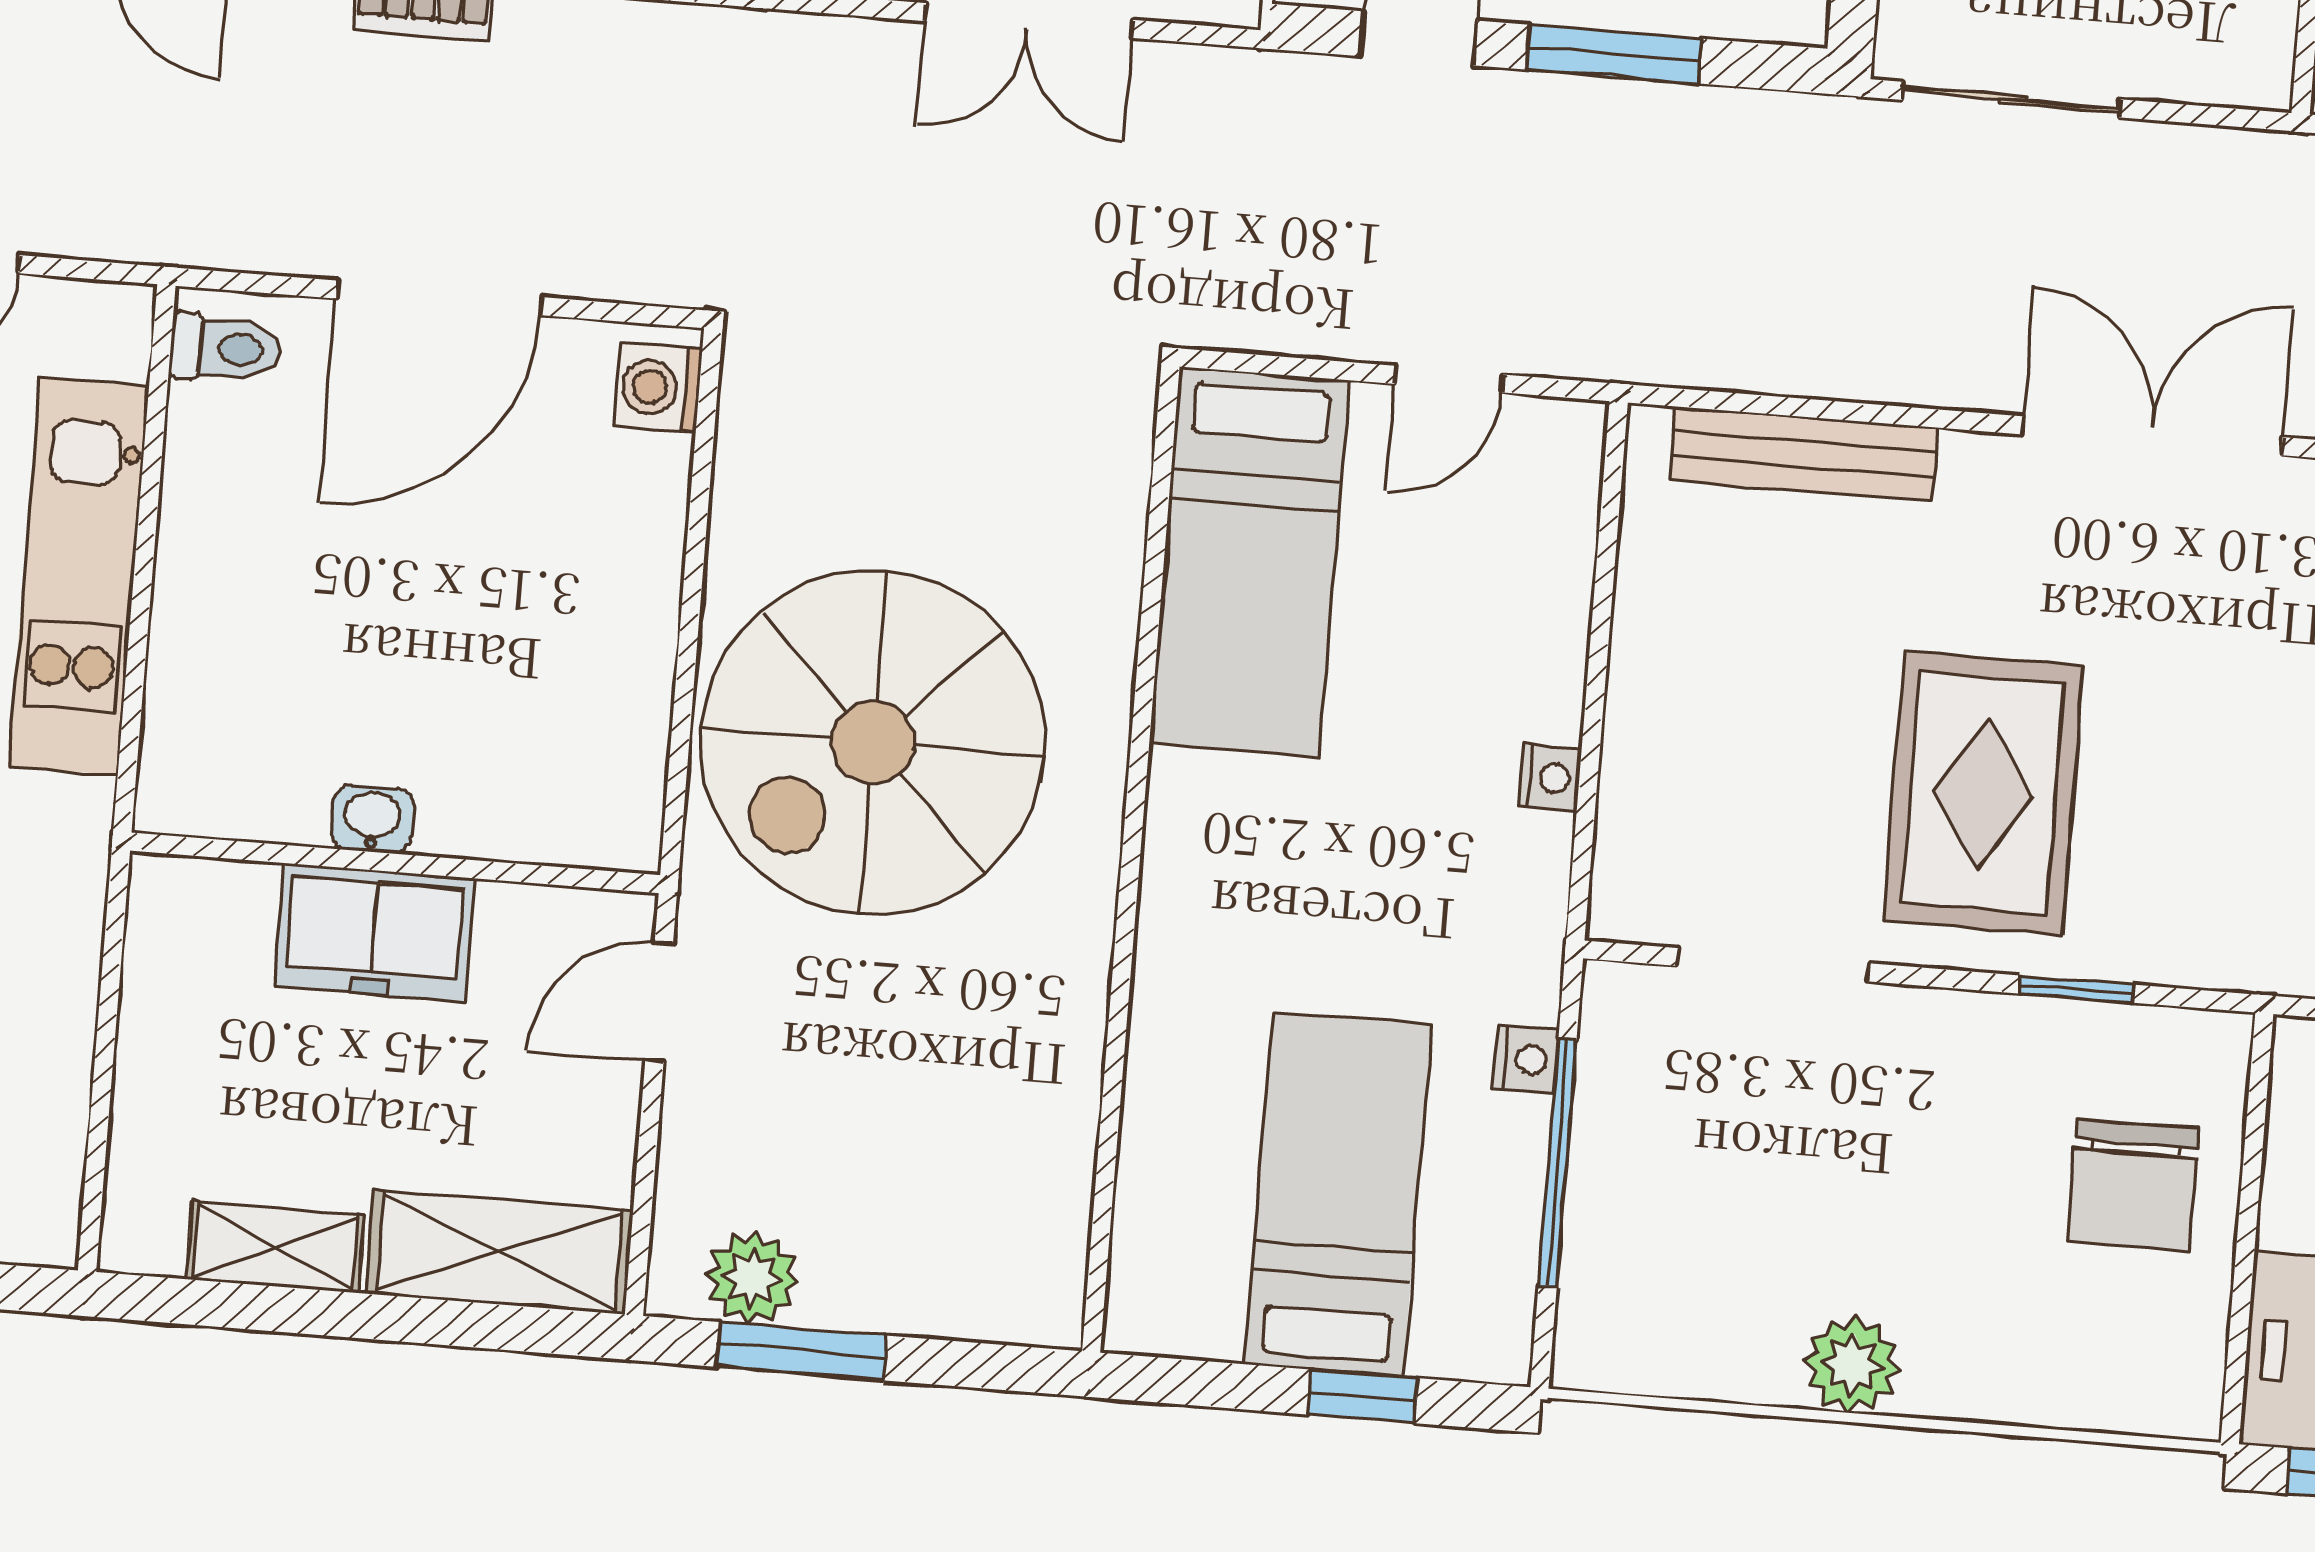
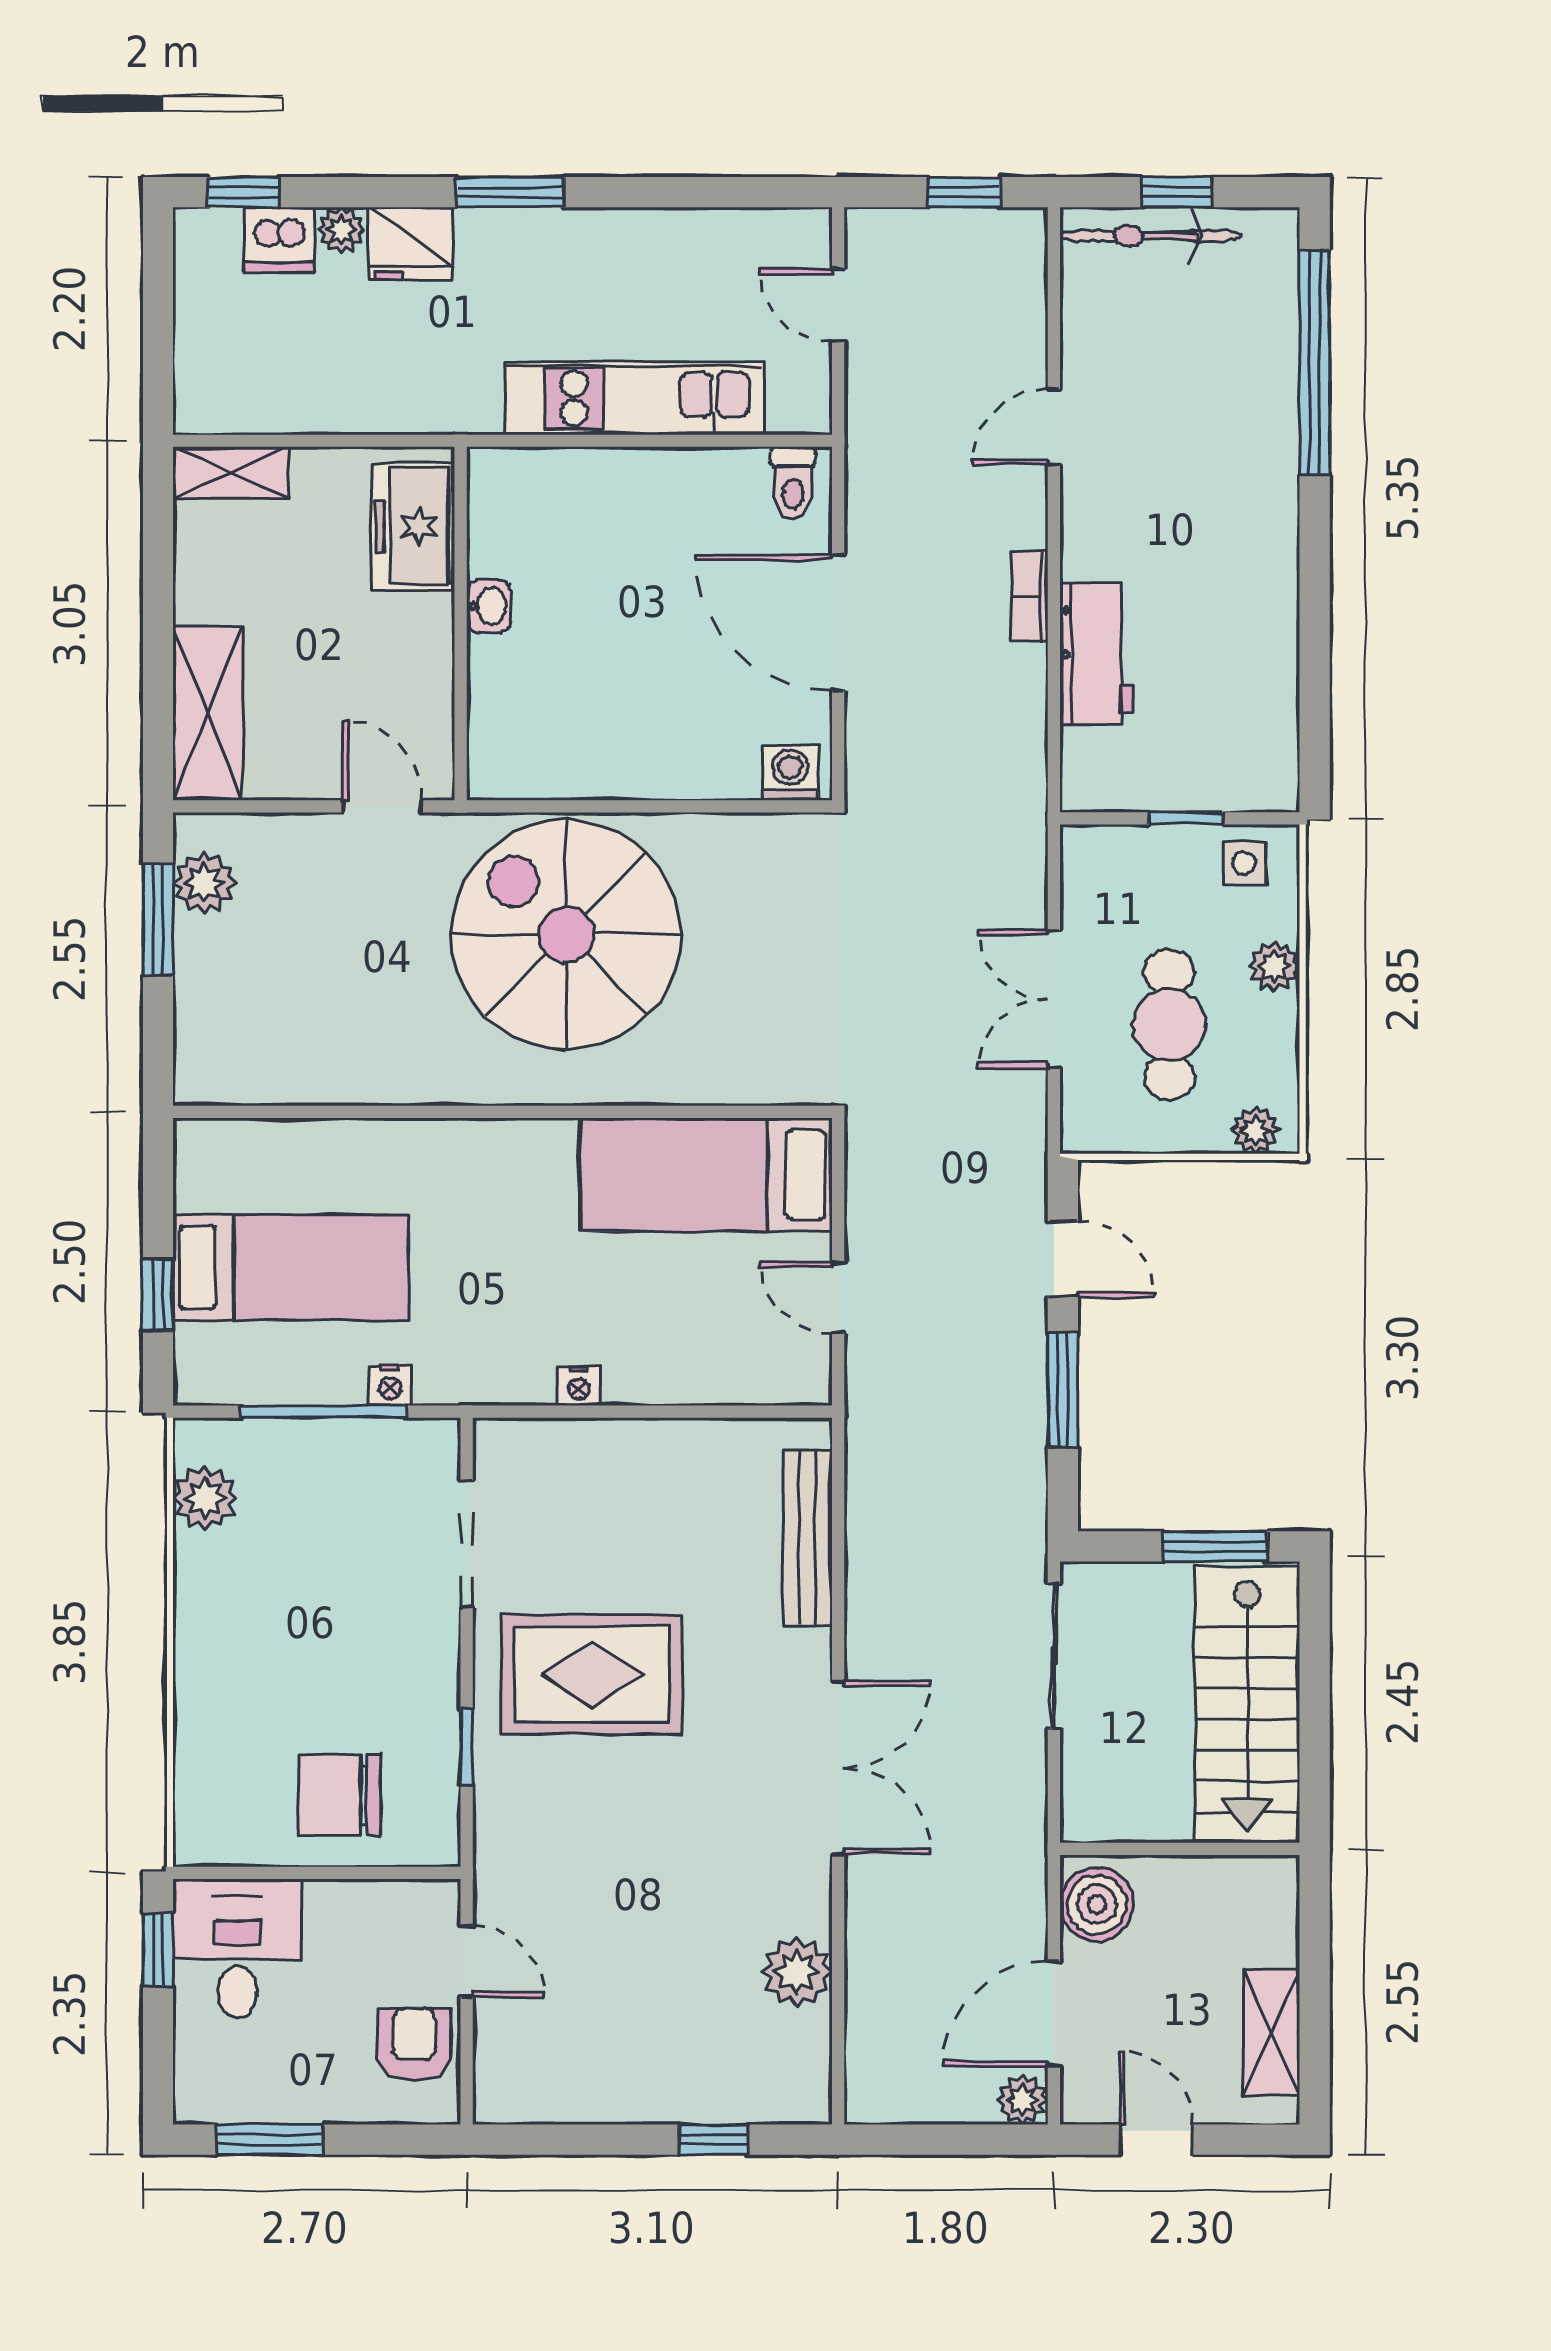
freezer: (374, 932) -> (413, 526), moved
shelving: (275, 1247) -> (231, 473), moved, turned 90
plant: (1852, 1365) -> (205, 1498), moved

